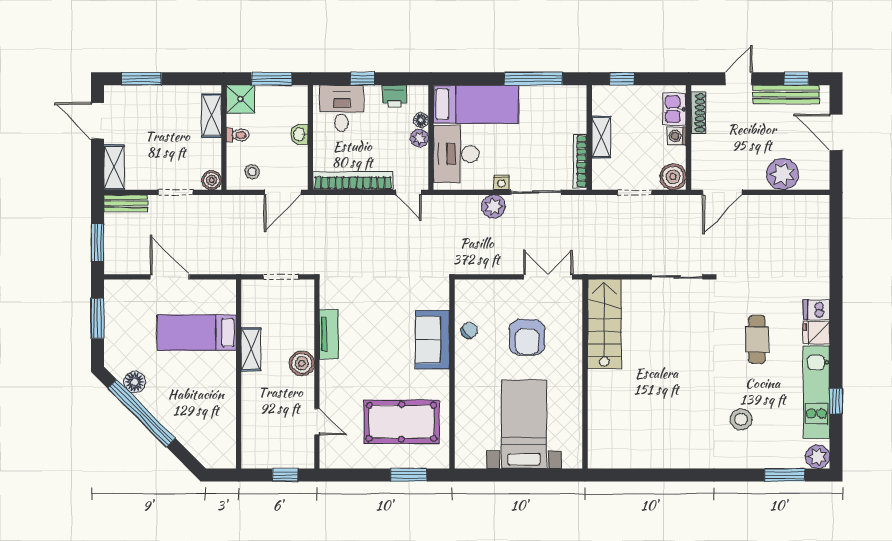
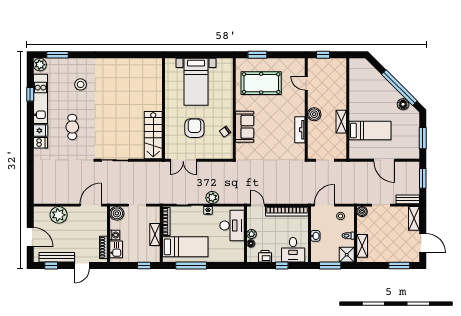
bed: (476, 104) -> (185, 247), moved, turned 180

